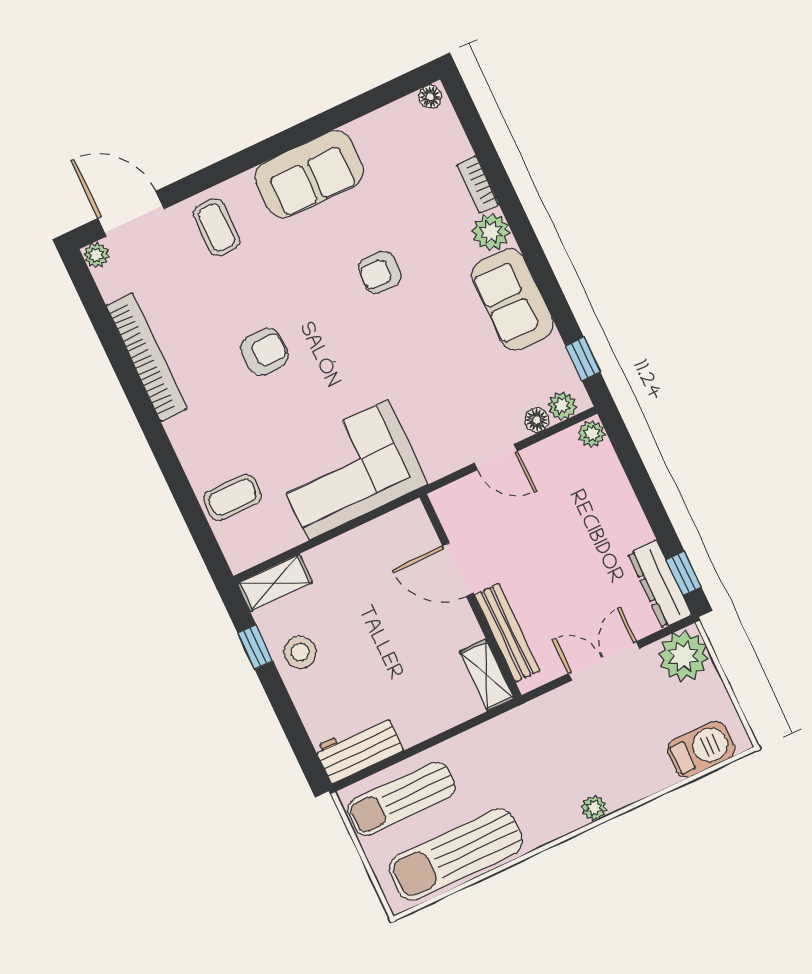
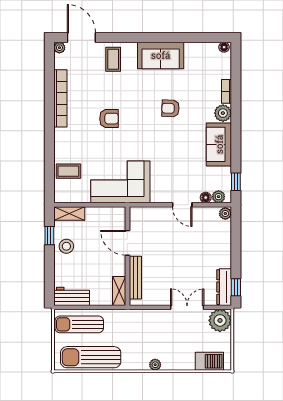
door: (458, 569) -> (127, 243), moved
wall: (471, 596) -> (127, 256), moved
bench: (507, 633) -> (135, 278), moved
shelving: (487, 675) -> (119, 291), moved

